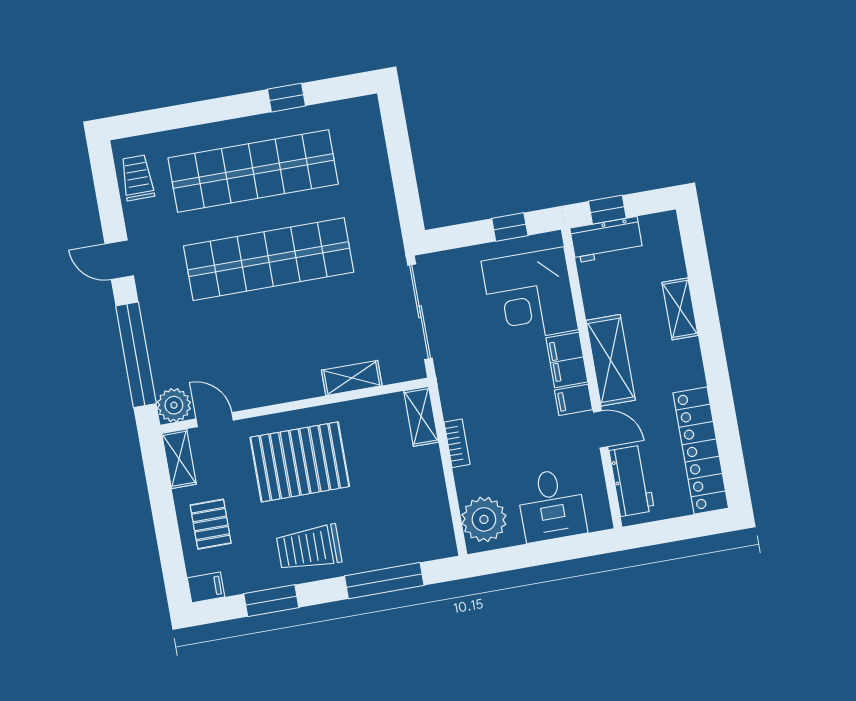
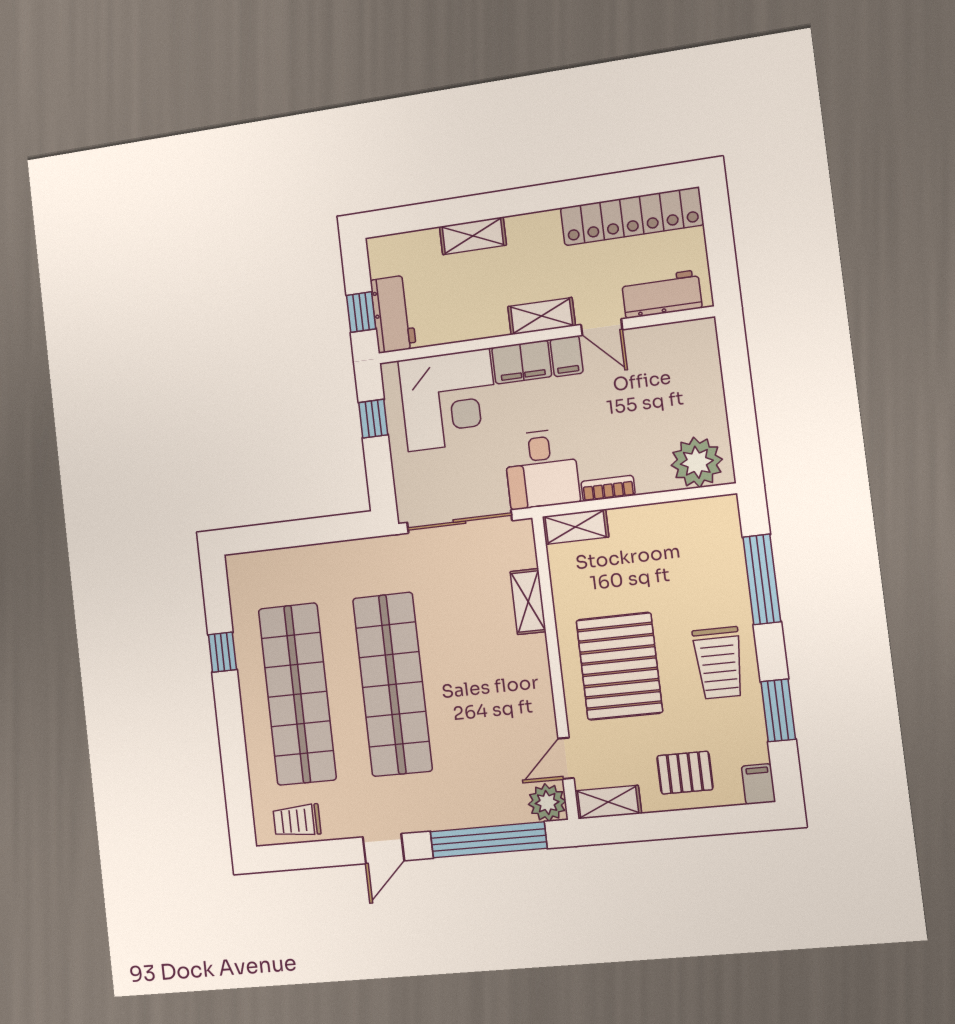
shelving: (611, 360) -> (542, 316), width x0.67, depth x0.75
door: (601, 429) -> (602, 327), swing flipped
desk: (551, 505) -> (542, 469), moved, turned 90

